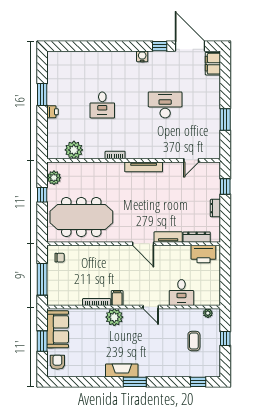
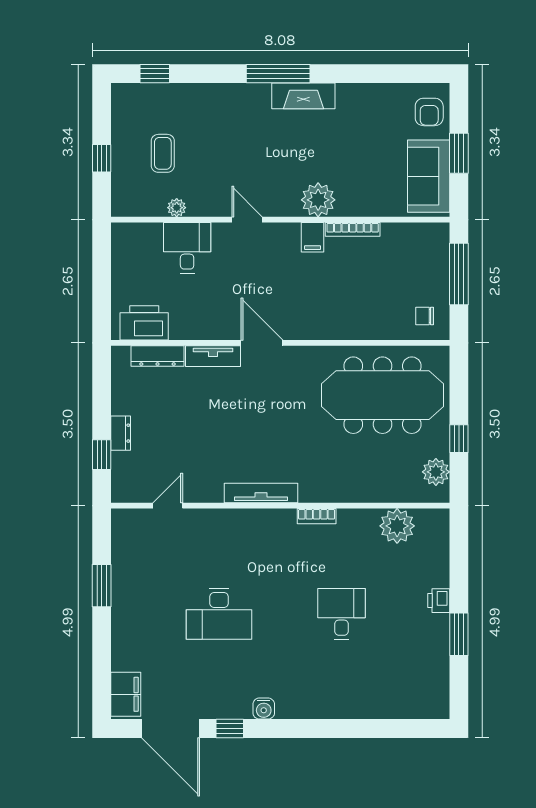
dresser: (215, 208) -> (121, 433), moved
plant: (208, 313) -> (177, 208), moved
window: (135, 382) -> (278, 74), width x1.44

